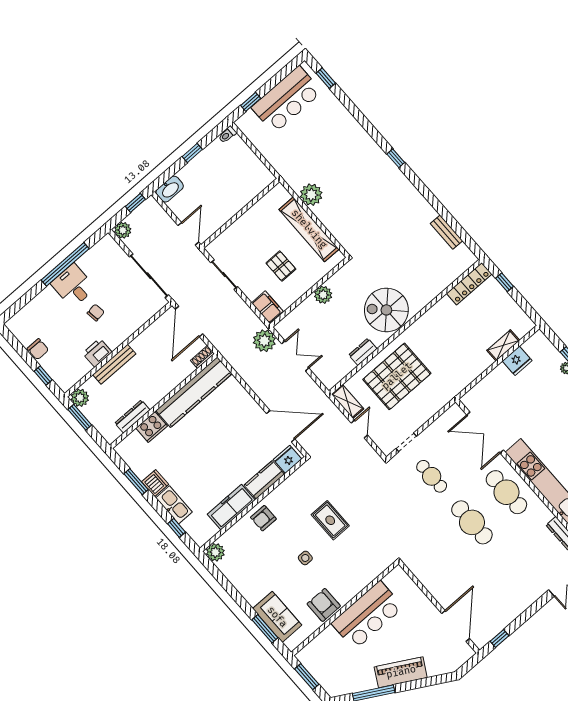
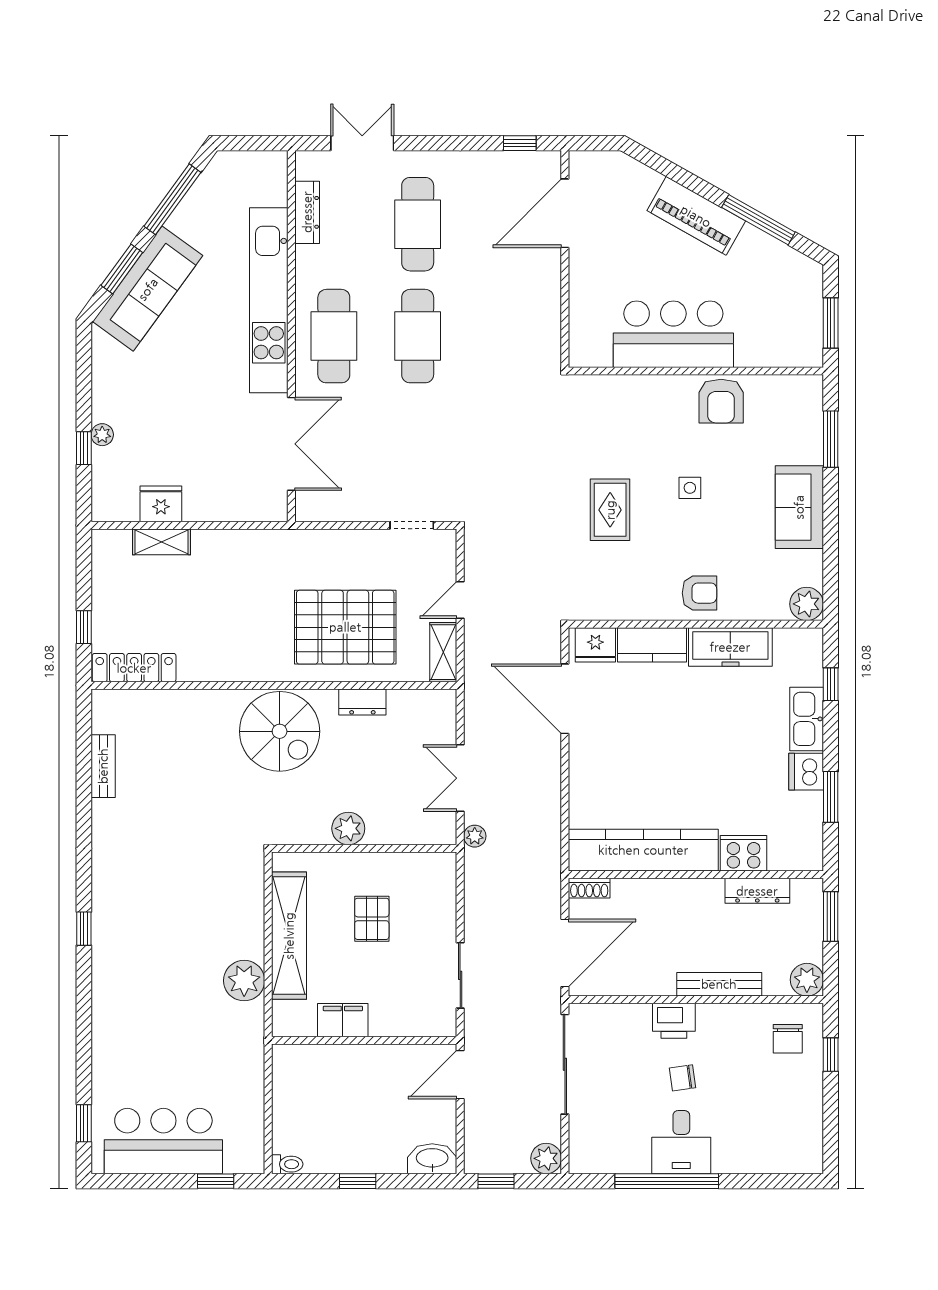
filing cabinet: (267, 307) -> (343, 1020), moved, turned 90
plant: (264, 341) -> (475, 836), width x0.53, depth x0.53
chair: (38, 349) -> (788, 1039), moved, turned 180
printer: (97, 353) -> (674, 1021), moved
window: (80, 417) -> (831, 917), moved
cafe table: (432, 476) -> (418, 224), moved, width x1.37, depth x1.35
sofa: (277, 617) -> (799, 507), moved

